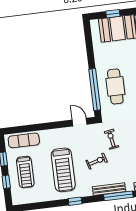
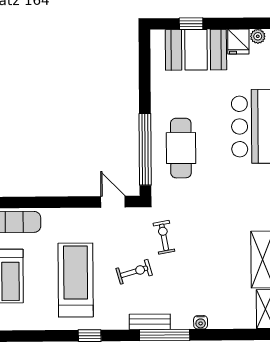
treadmill: (63, 170) -> (76, 280), turned 180
bench: (109, 189) -> (150, 322), width x0.73

